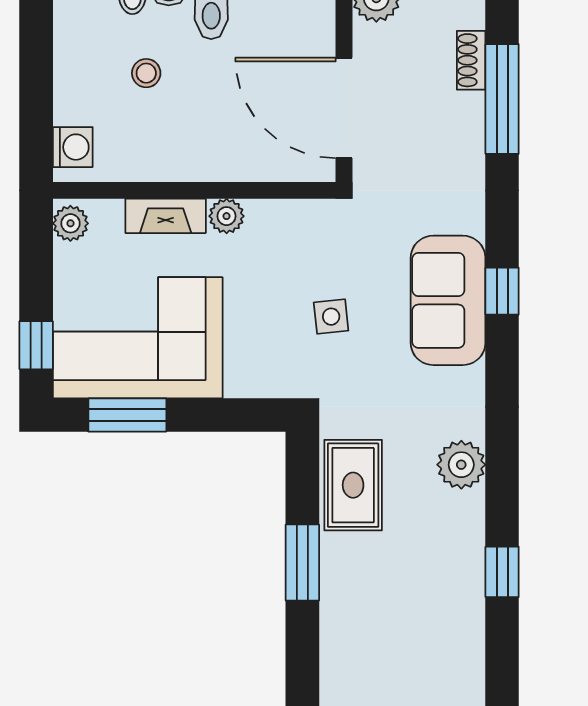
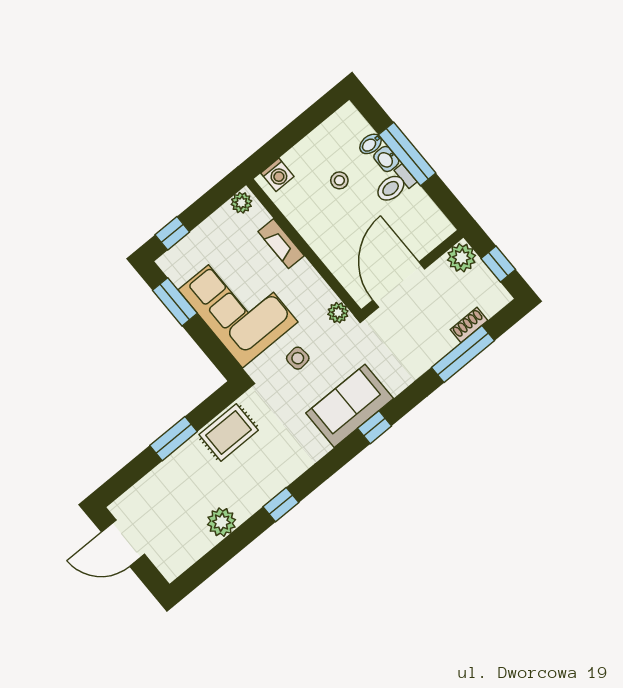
plant: (227, 216) -> (338, 313), moved
corner sofa: (138, 338) -> (238, 306), moved
plant: (461, 465) -> (222, 522), moved
window: (502, 572) -> (281, 505), moved

